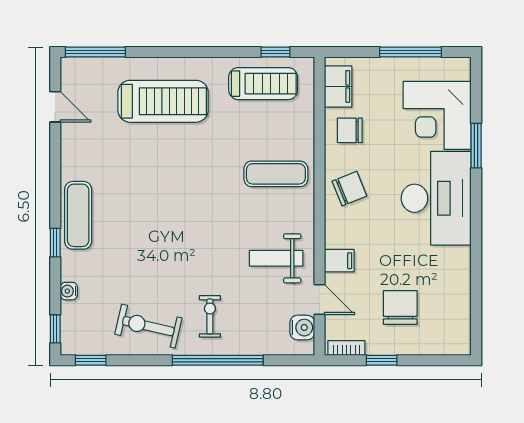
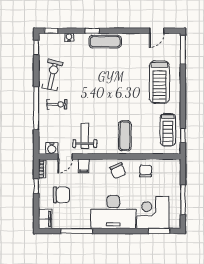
filing cabinet: (338, 86) -> (45, 219), moved, turned -90
window: (476, 146) -> (159, 231), moved
window: (476, 275) -> (77, 231), added

